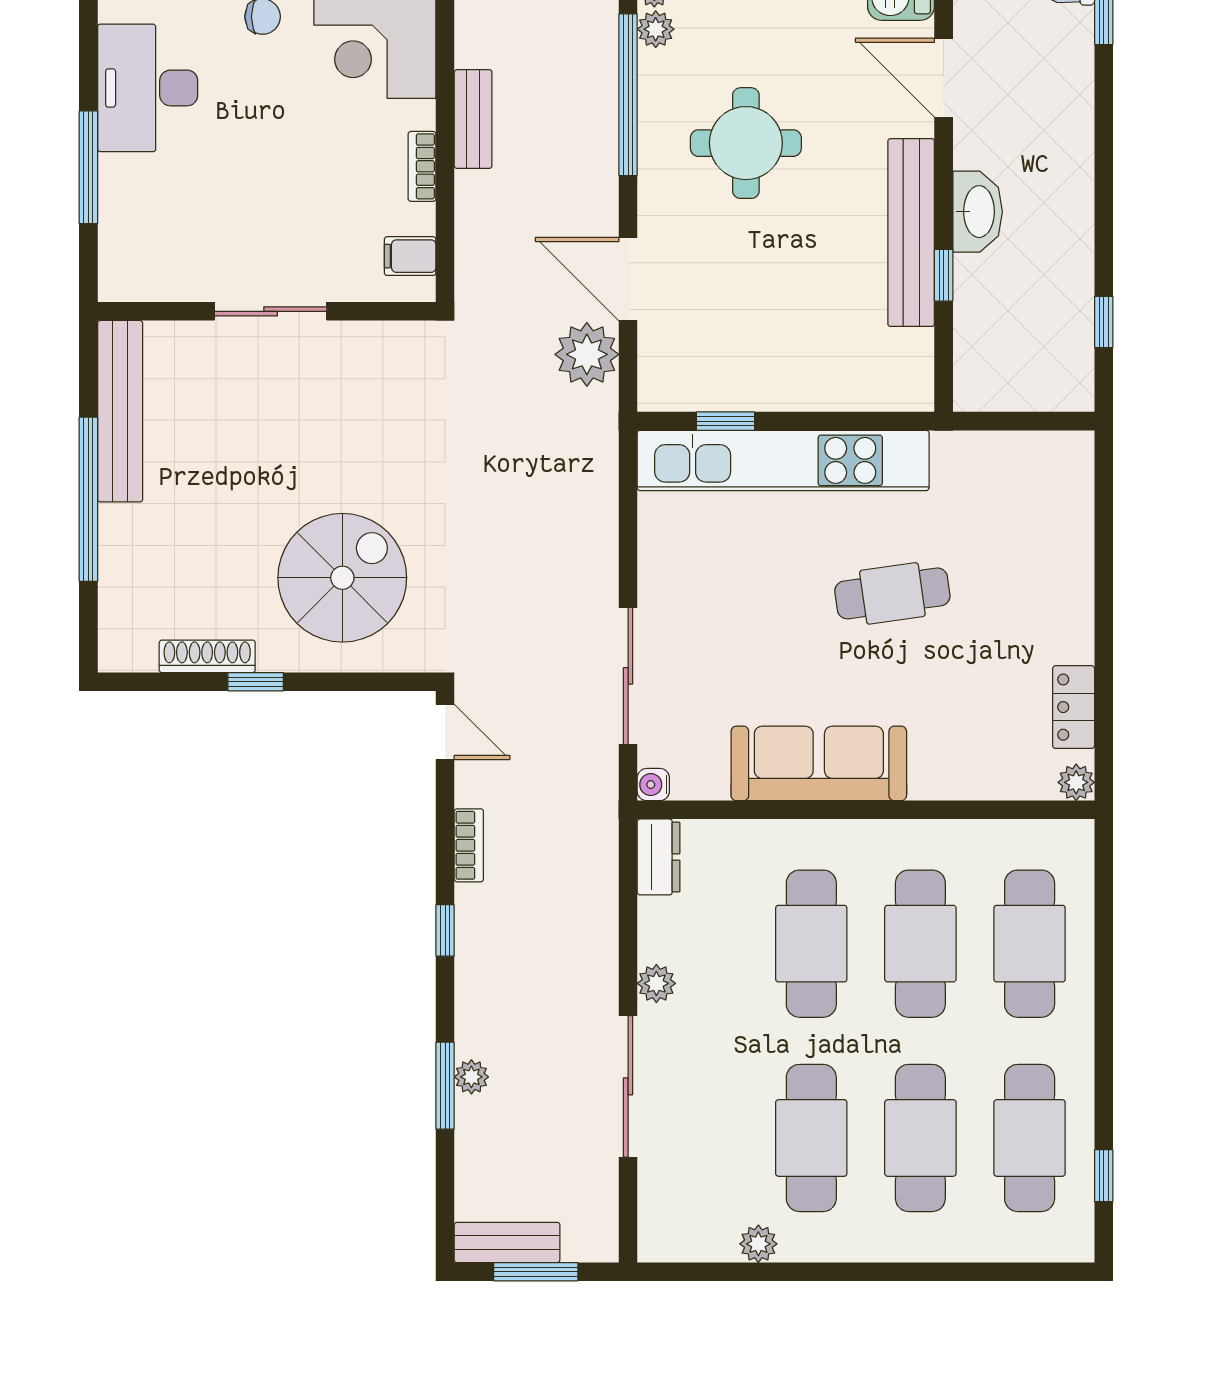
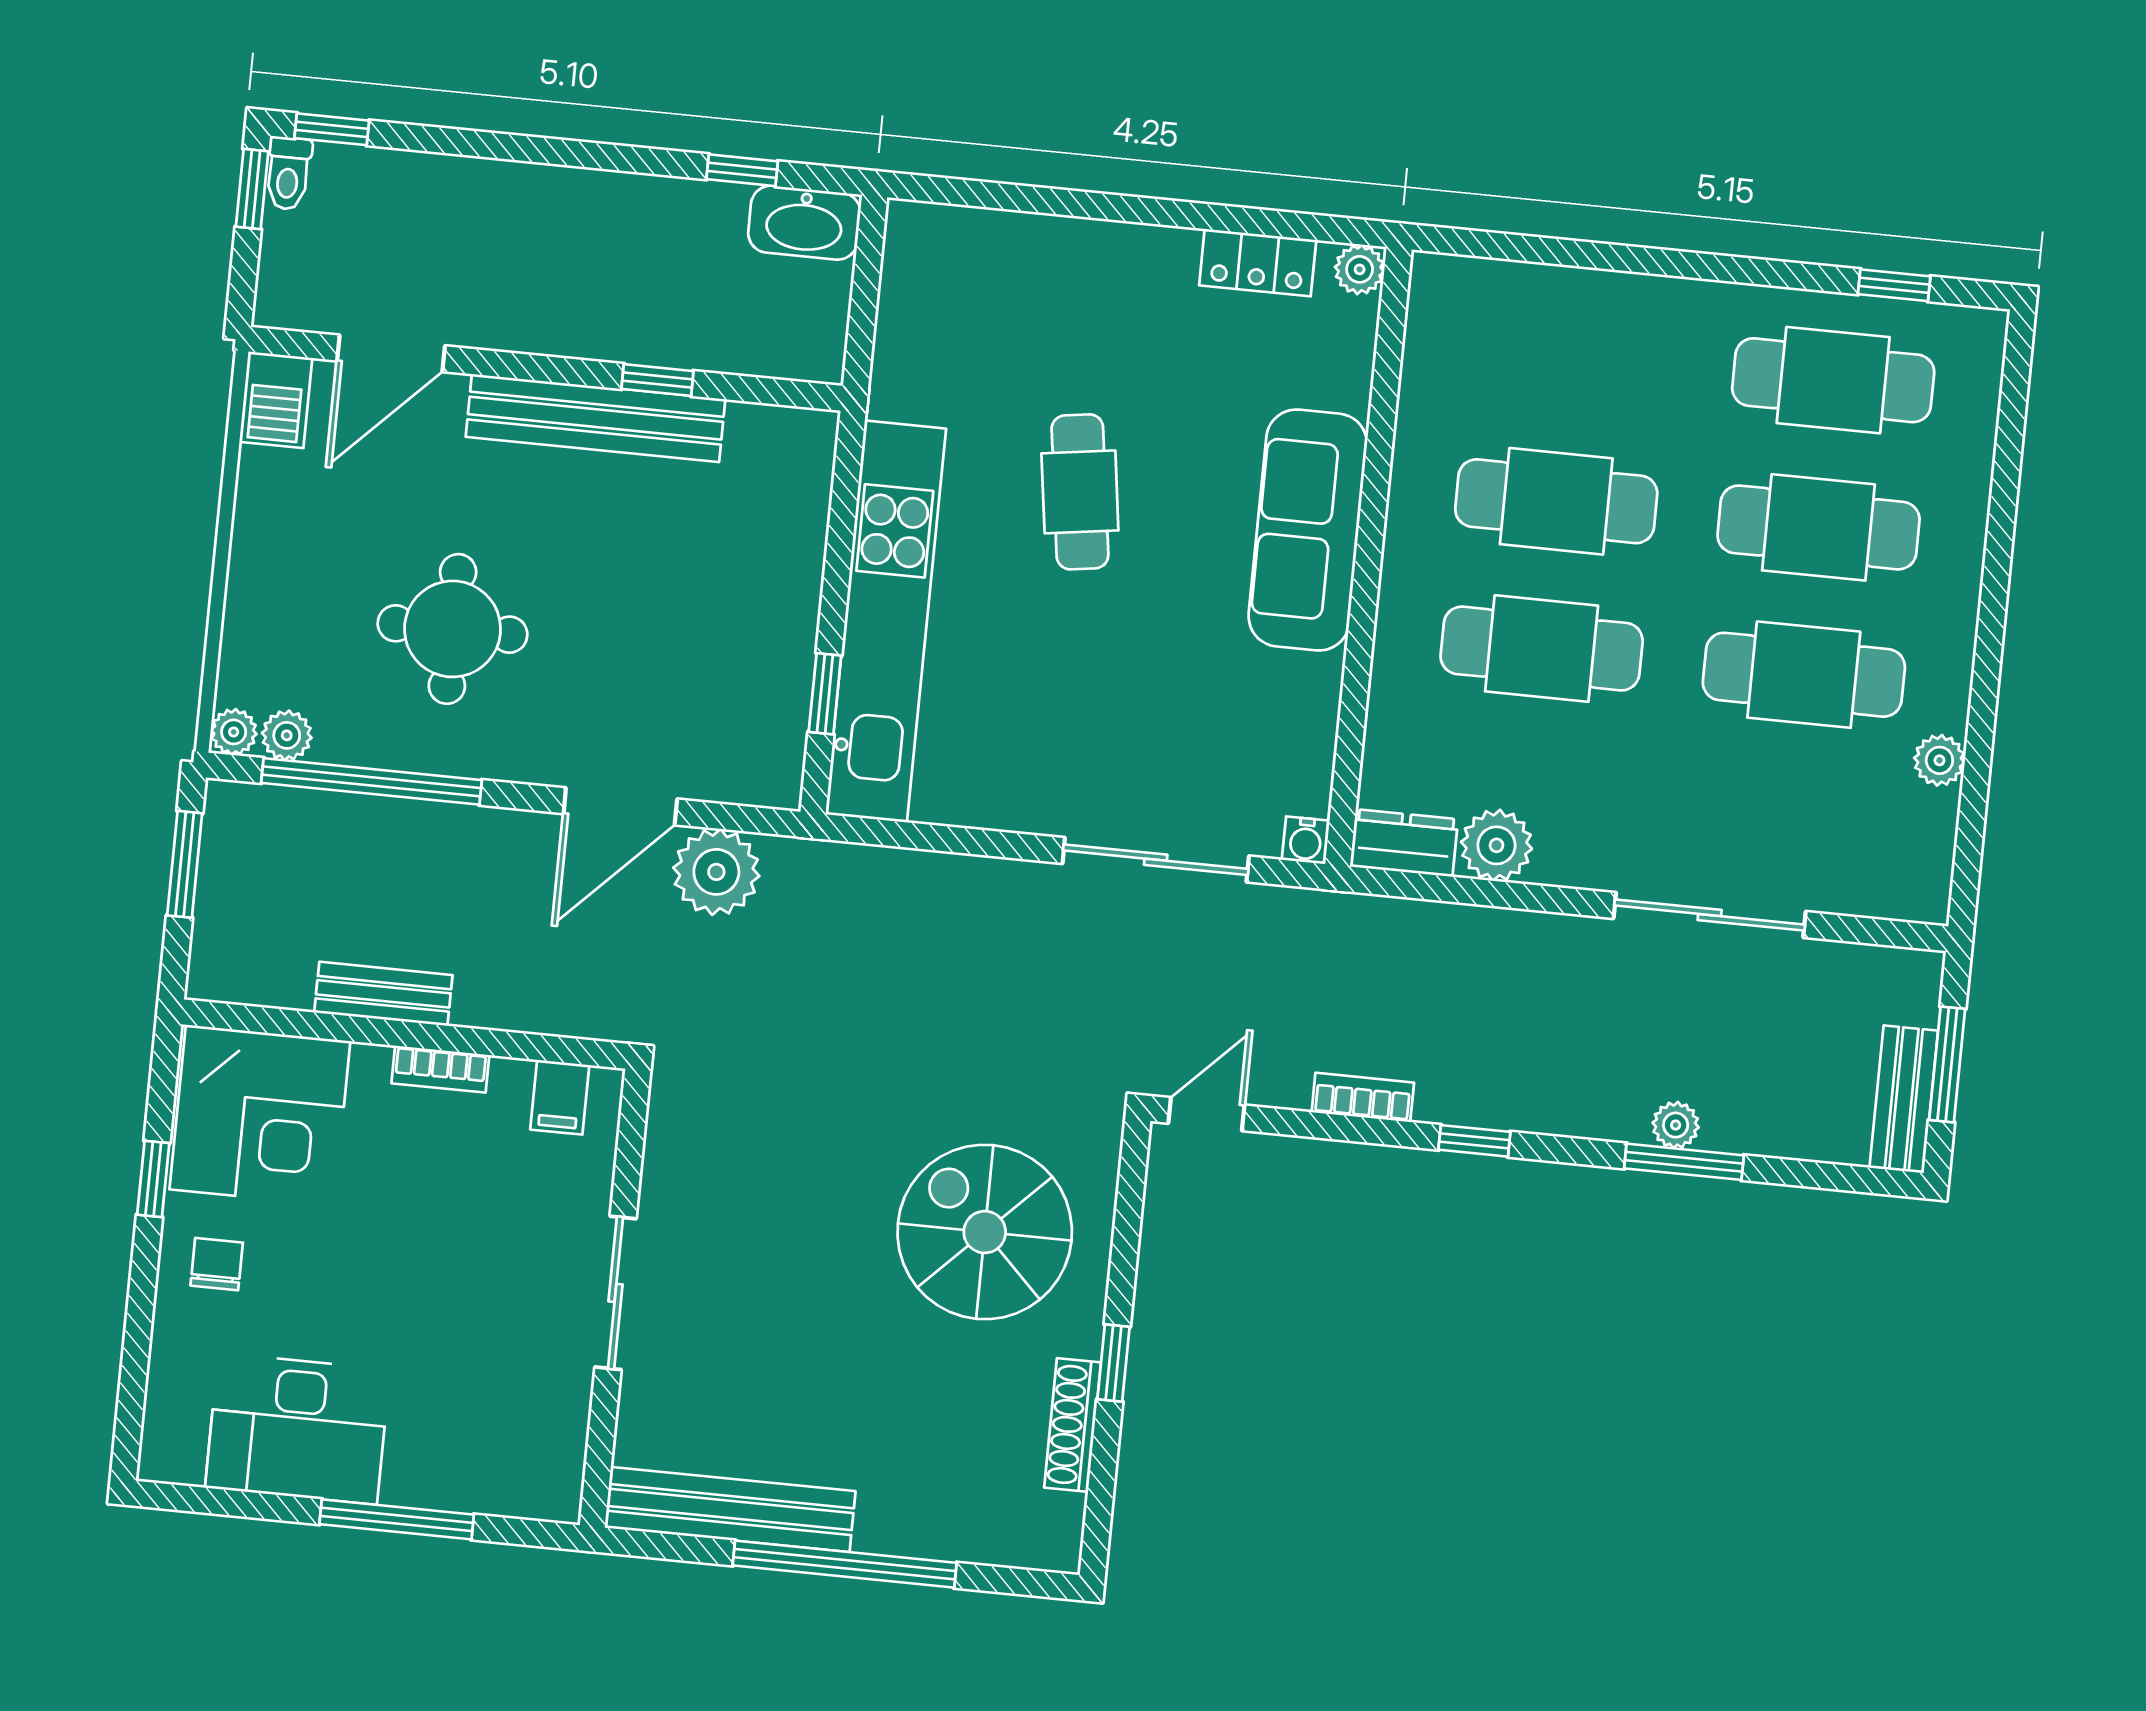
washbasin: (978, 212) -> (804, 223), moved, turned 180
sofa: (819, 763) -> (1308, 530), moved
cafe table: (1030, 944) -> (1571, 354), removed
plant: (656, 983) -> (1497, 845), moved, width x1.38, depth x1.38

